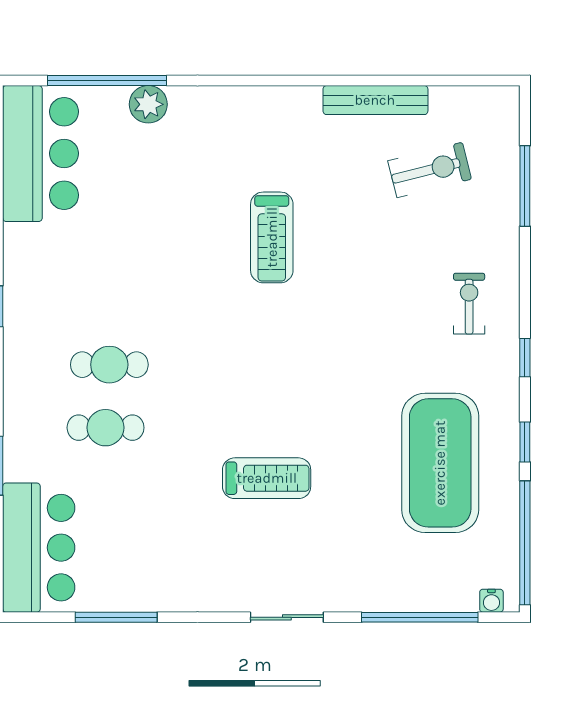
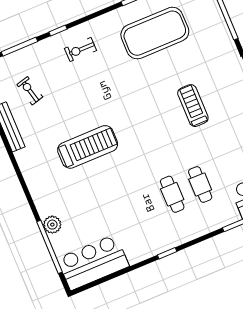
exercise bike: (430, 170) -> (30, 91), width x0.73, depth x0.72
treadmill: (272, 237) -> (88, 147), width x1.37, depth x1.38
window: (525, 358) -> (58, 30), moved

